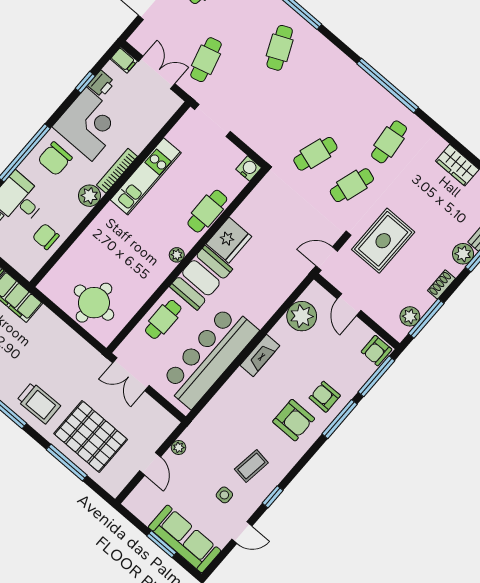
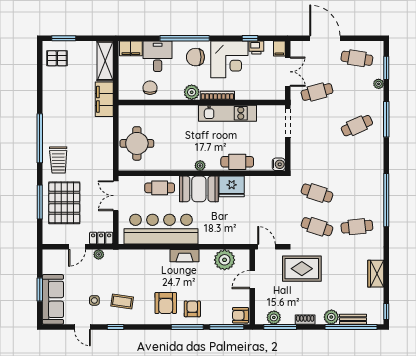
locker: (163, 430) -> (101, 238), added

